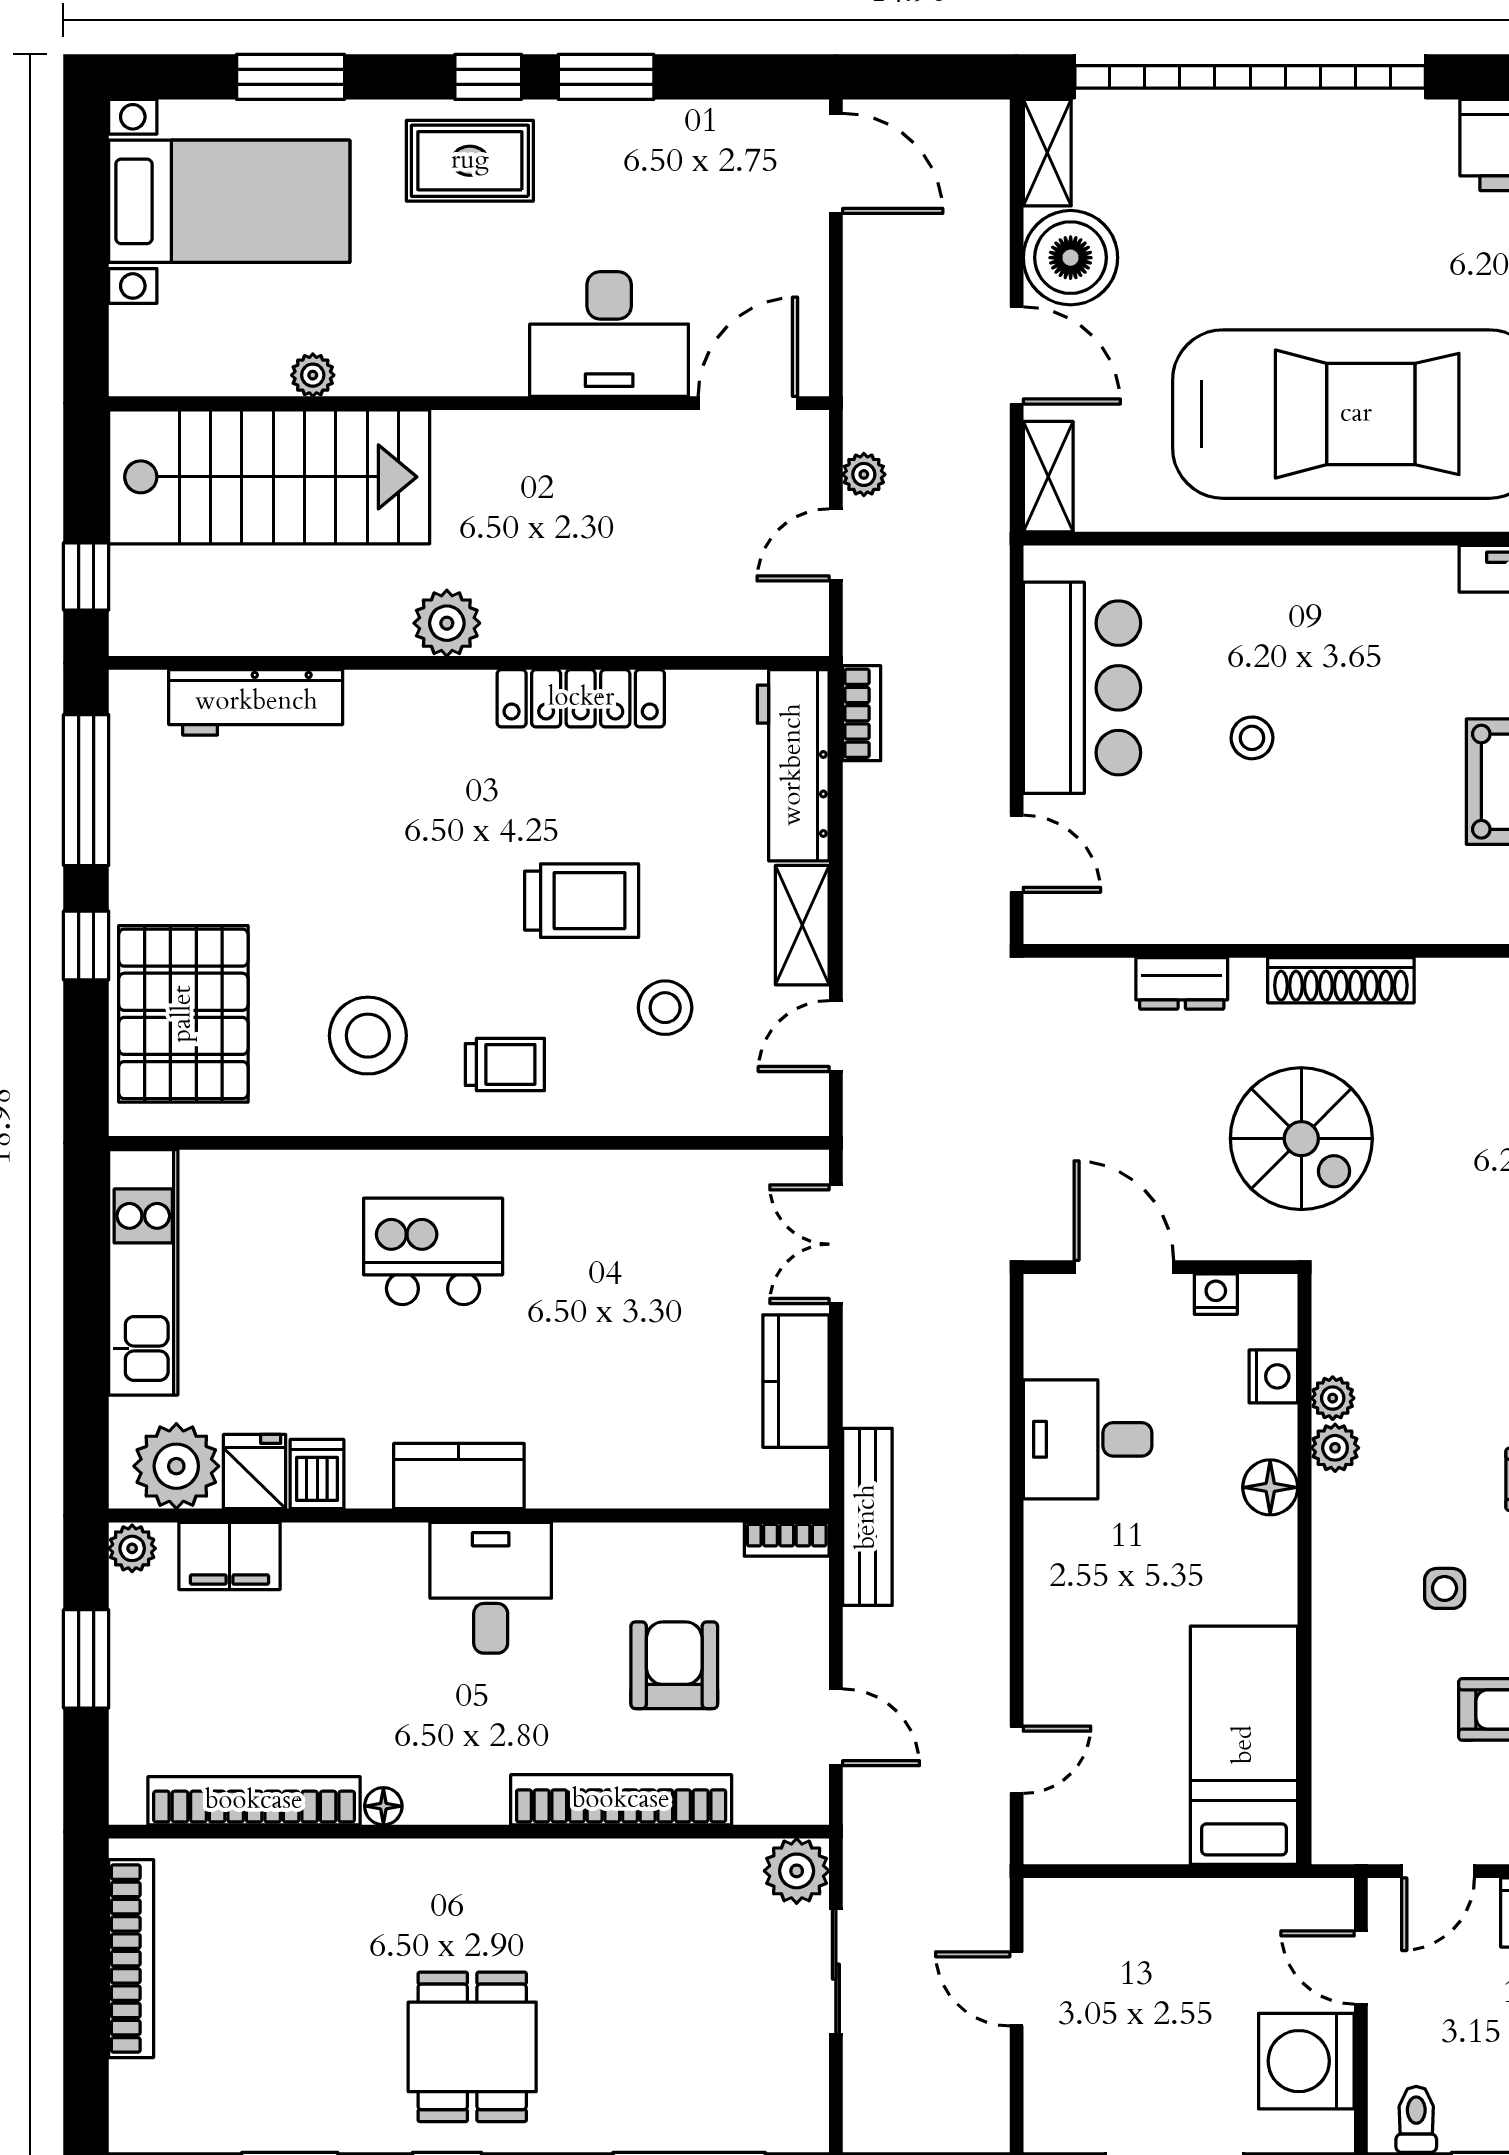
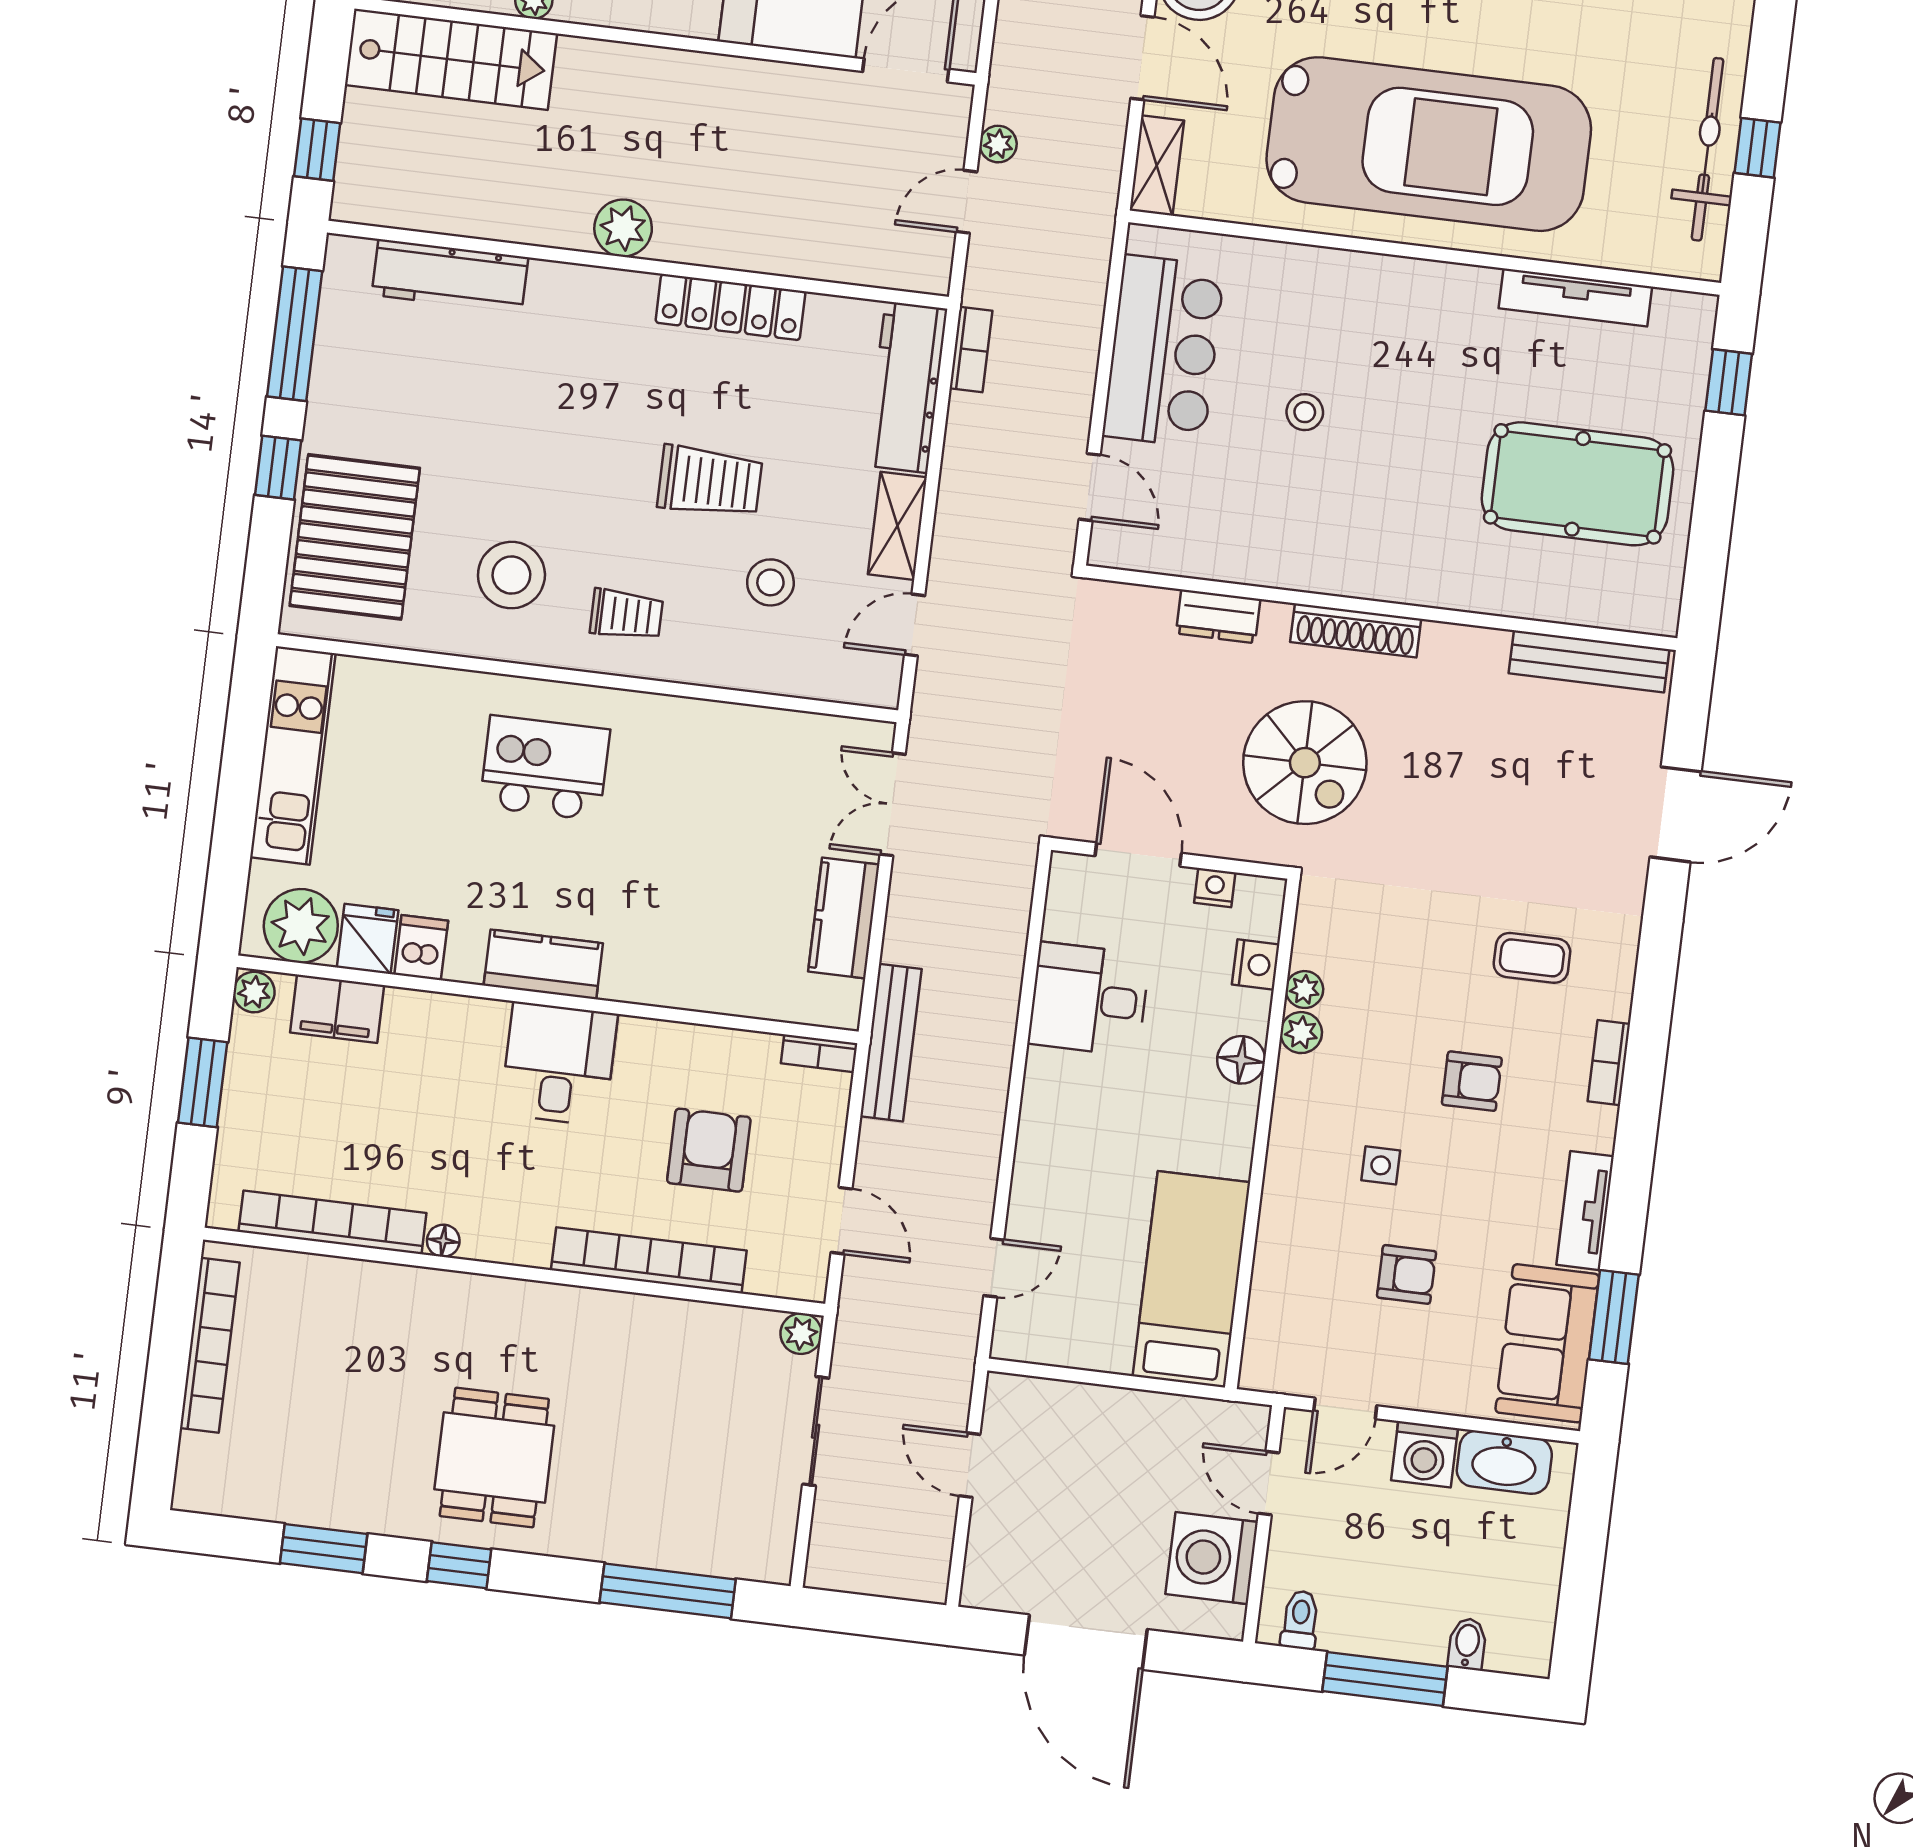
stairs: (269, 477) -> (451, 59), width x0.73, depth x0.66
plant: (797, 1871) -> (801, 1334), width x0.73, depth x0.73

